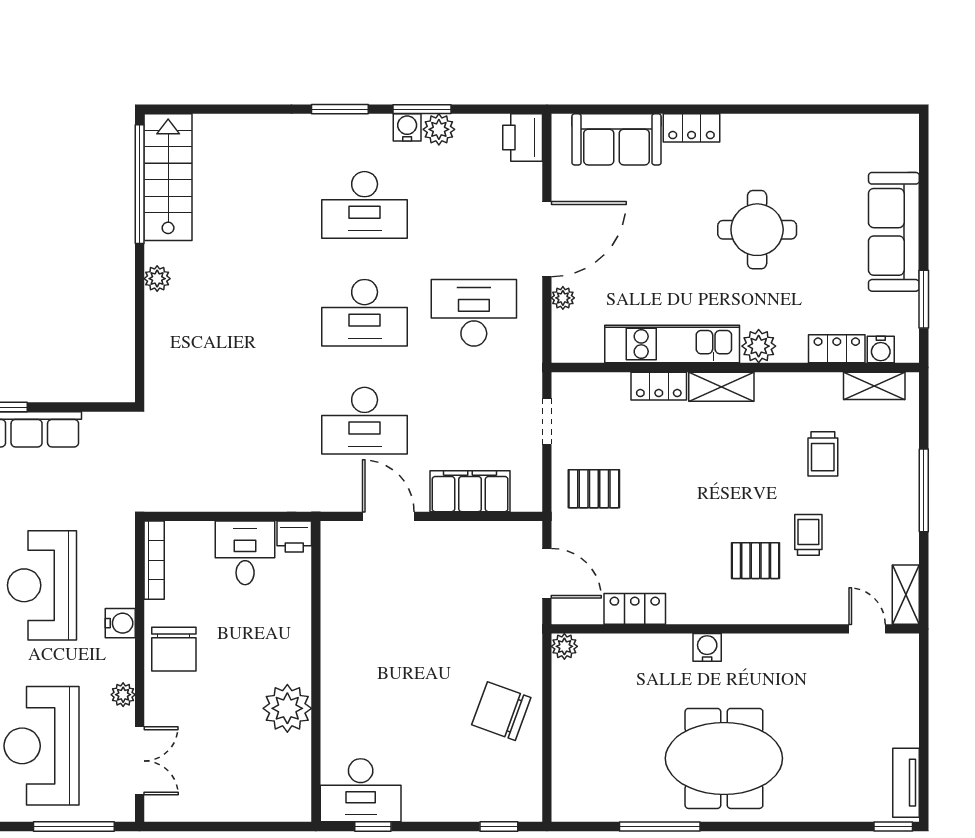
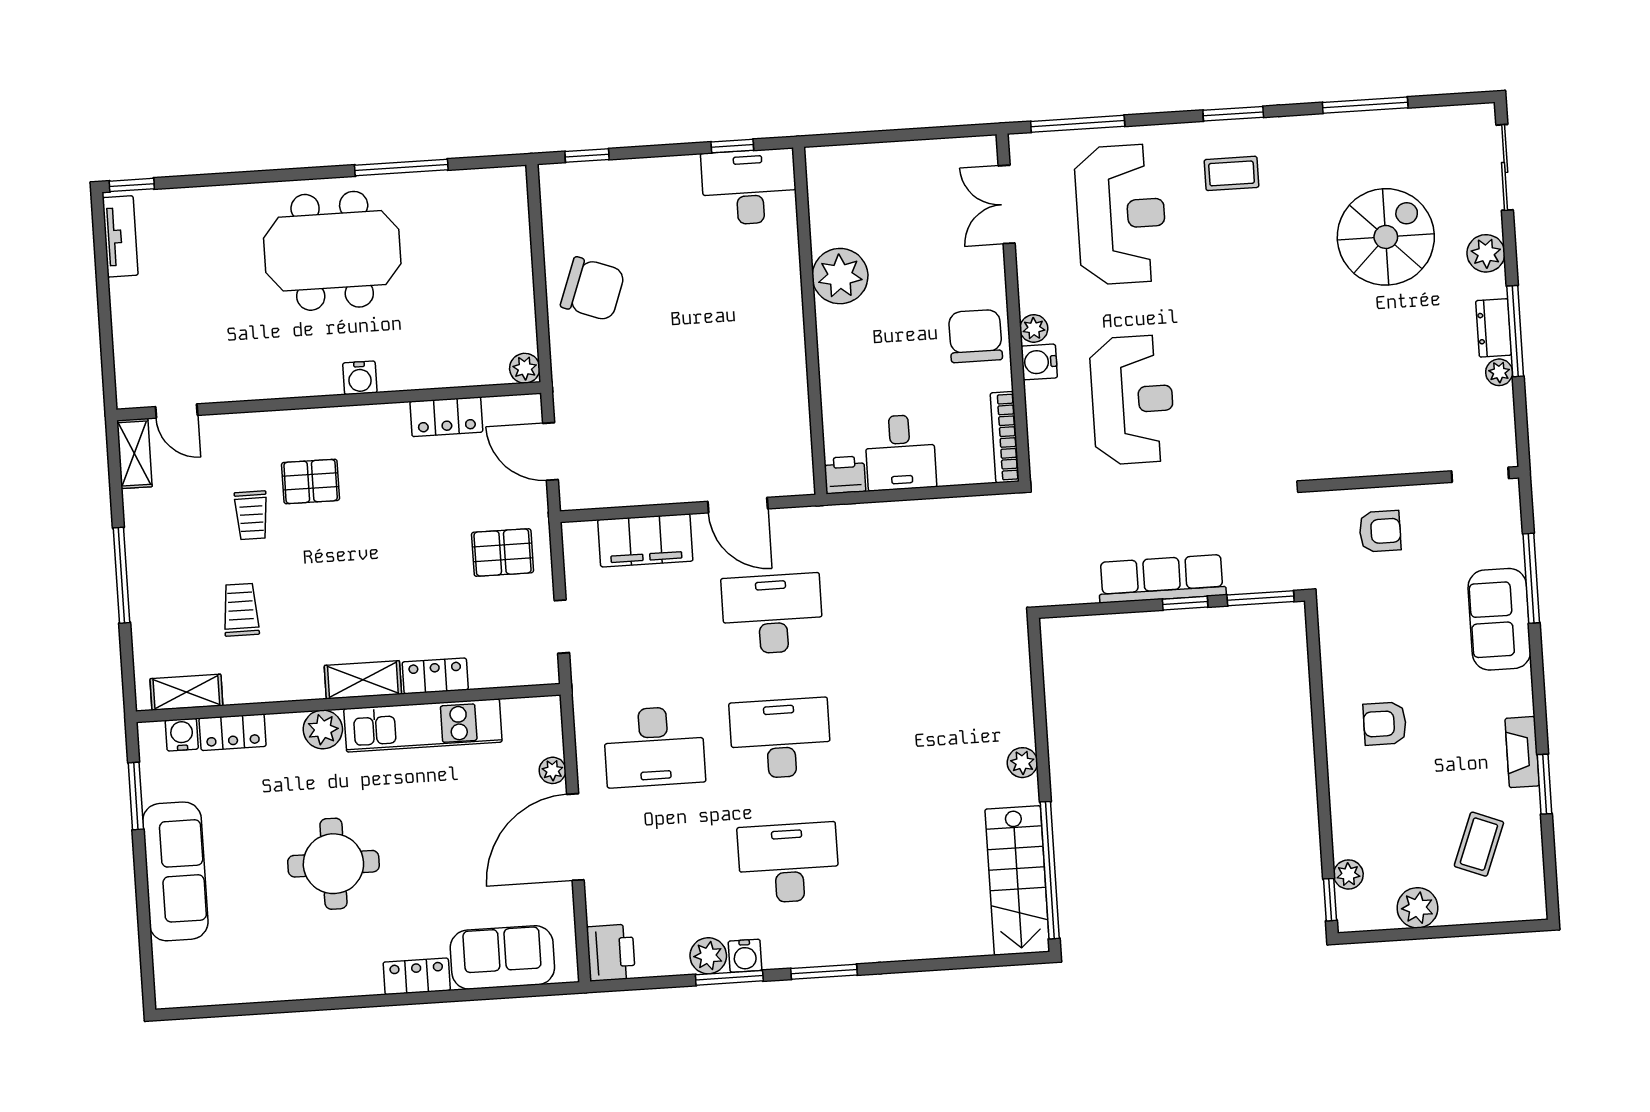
plant: (123, 695) -> (1034, 328), moved

